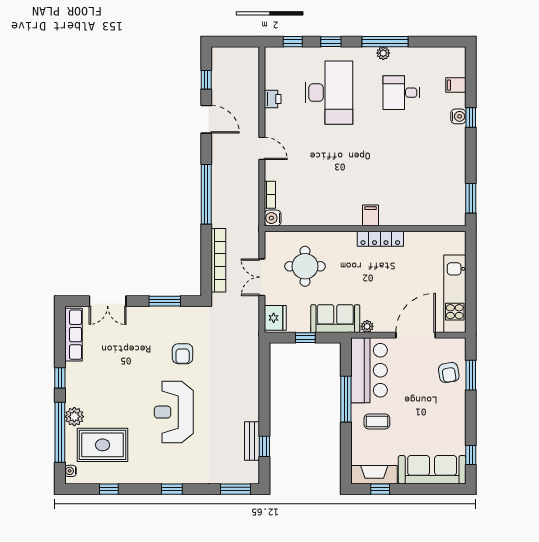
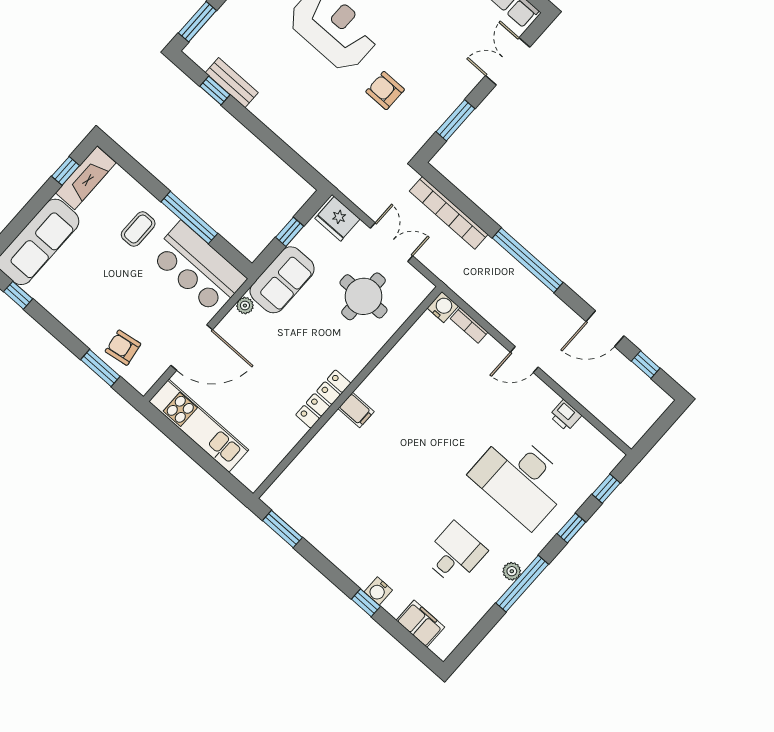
filing cabinet: (456, 85) -> (420, 624), width x2.00
door: (416, 335) -> (192, 348), hinge flipped

